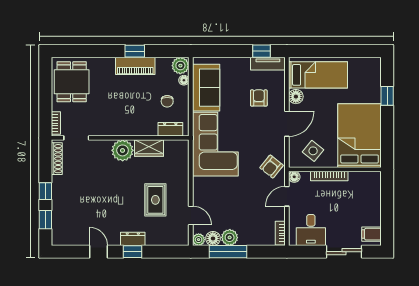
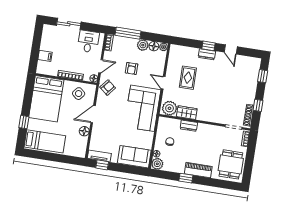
piano: (135, 66) -> (198, 170), moved
bed: (318, 75) -> (45, 141), moved, turned 180
sofa: (206, 88) -> (134, 157), moved, turned 90
armchair: (259, 98) -> (132, 68), moved
dresser: (170, 129) -> (189, 126), moved
plant: (123, 150) -> (170, 108), moved
window: (45, 191) -> (258, 105), moved
door: (191, 215) -> (163, 83), moved
filing cabinet: (372, 234) -> (45, 56), moved
window: (228, 252) -> (128, 33), moved

